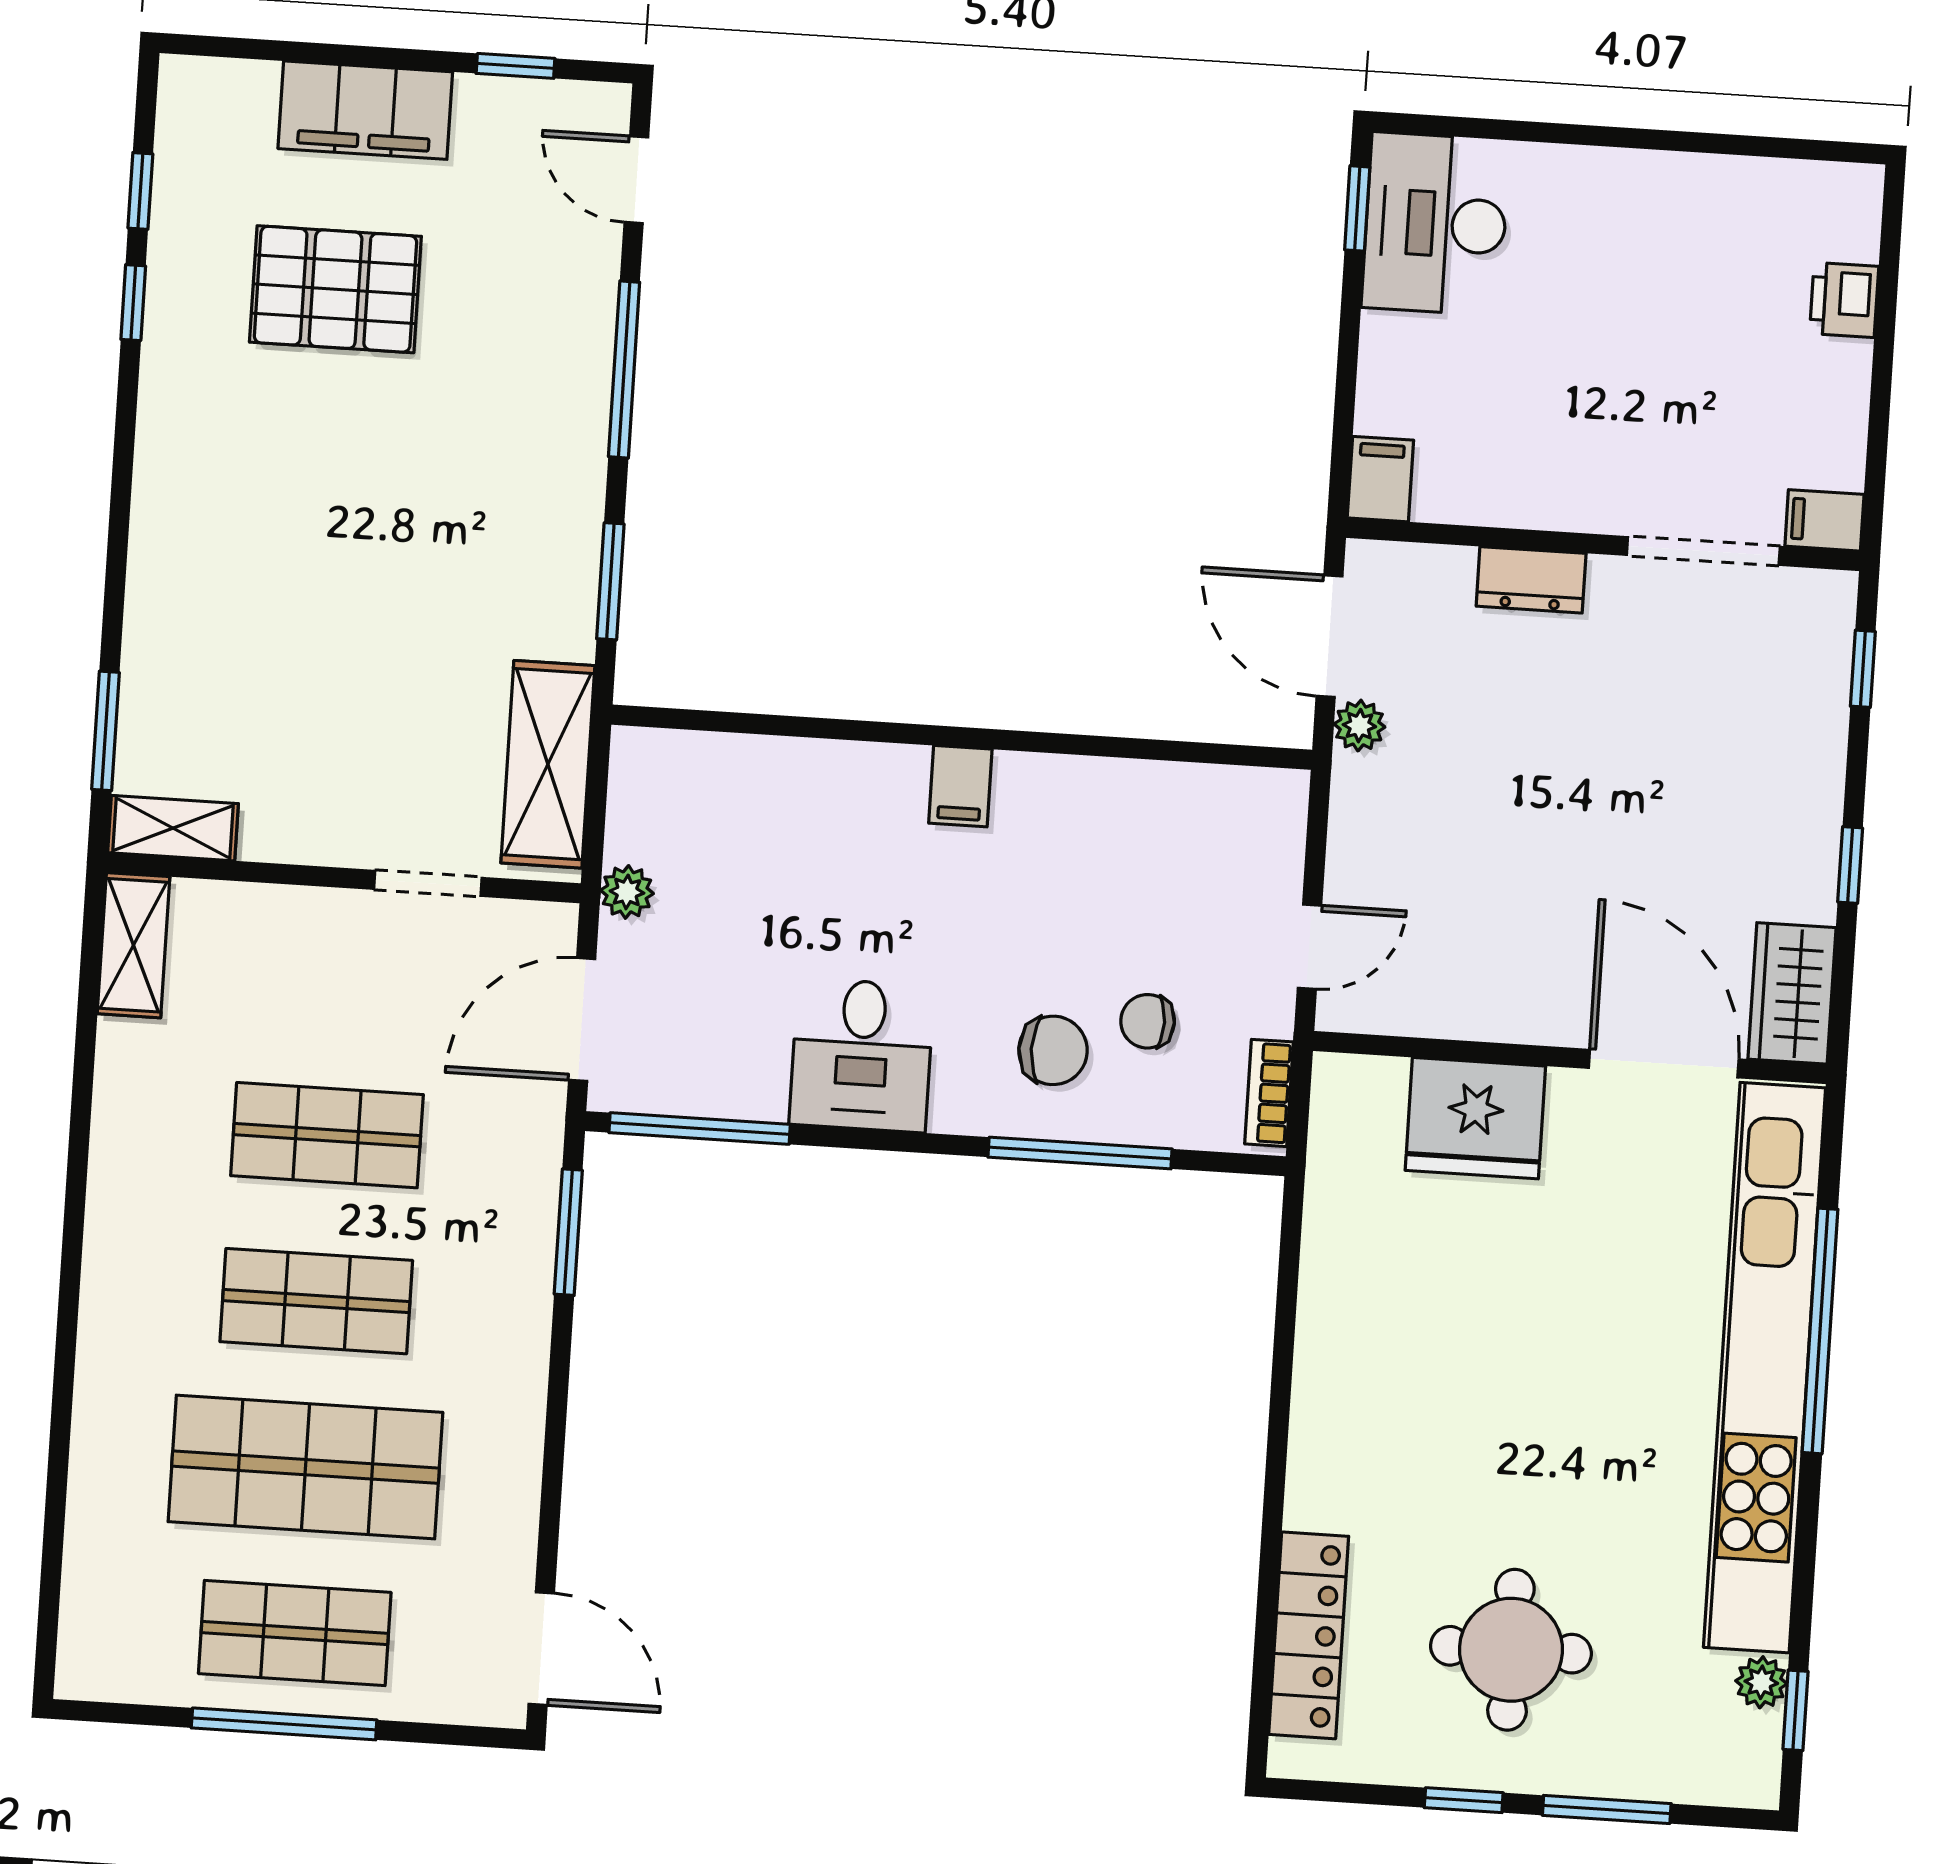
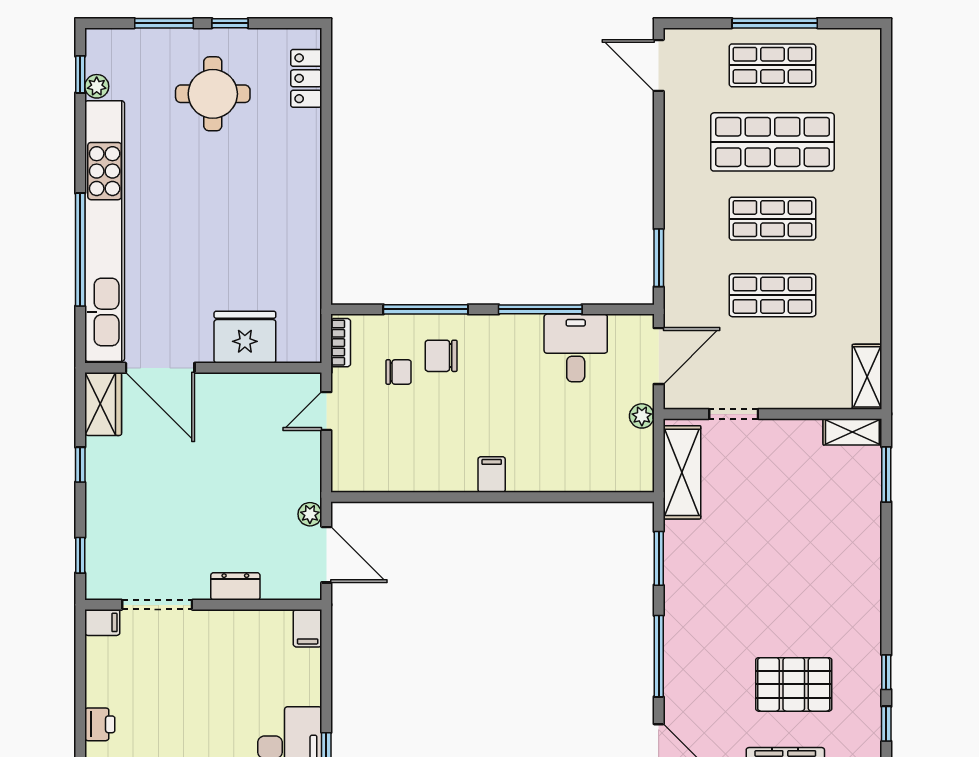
desk: (862, 1055) -> (576, 348), moved
window: (700, 1128) -> (540, 309), moved
locker: (1309, 1635) -> (306, 78), width x0.66

